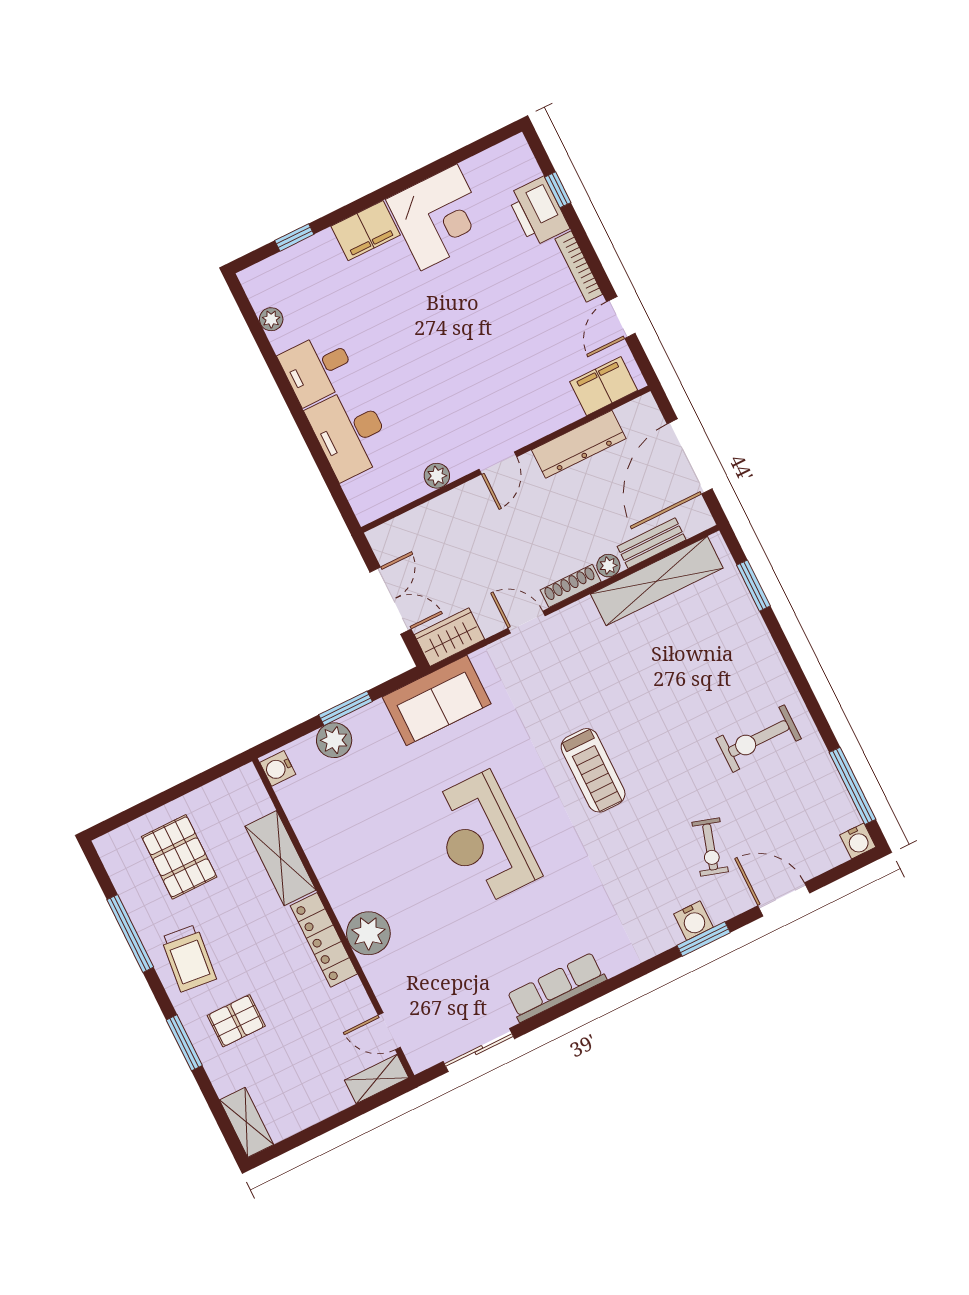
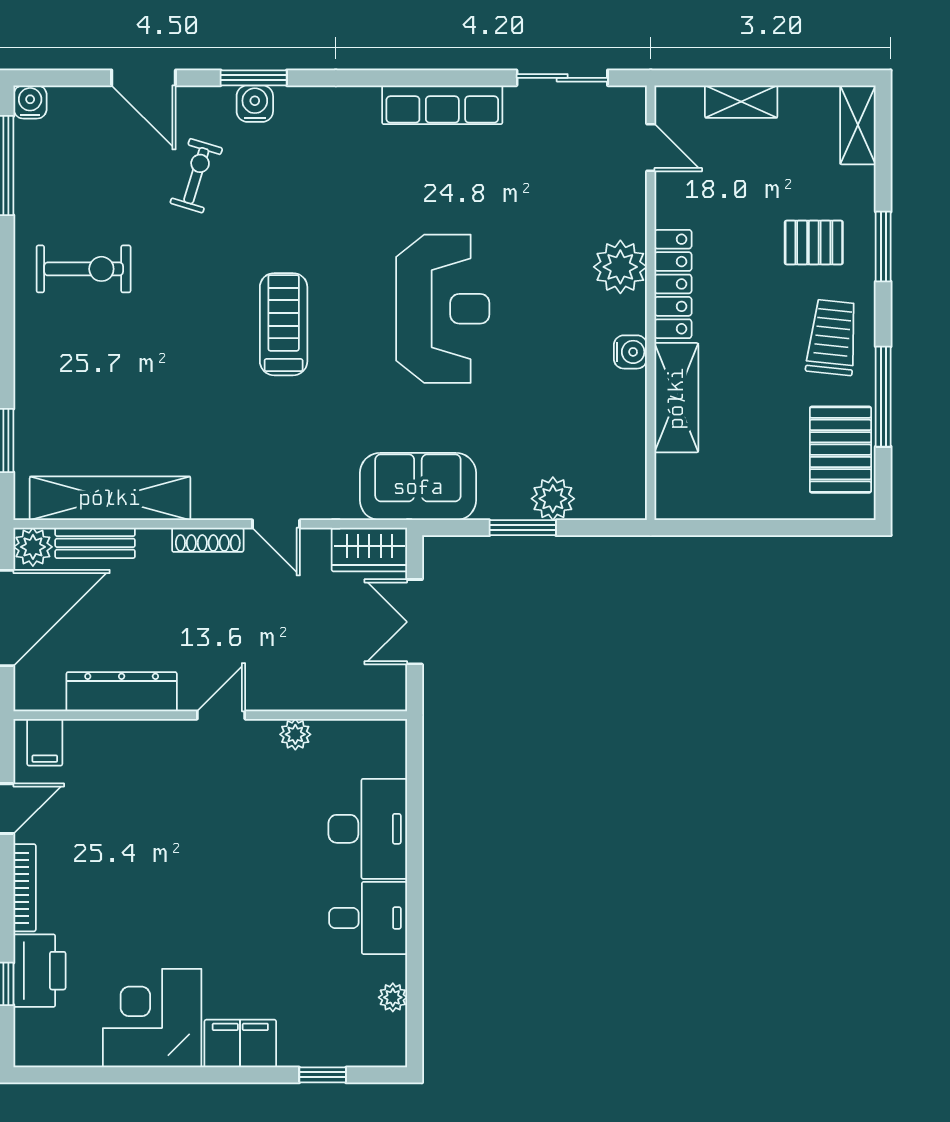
filing cabinet: (604, 386) -> (45, 742), width x0.50
plant: (608, 566) -> (33, 547), moved, width x1.38, depth x1.38
water cooler: (278, 768) -> (630, 352), moved
pallet: (179, 857) -> (840, 450), moved
shelving: (377, 1079) -> (741, 102), moved

